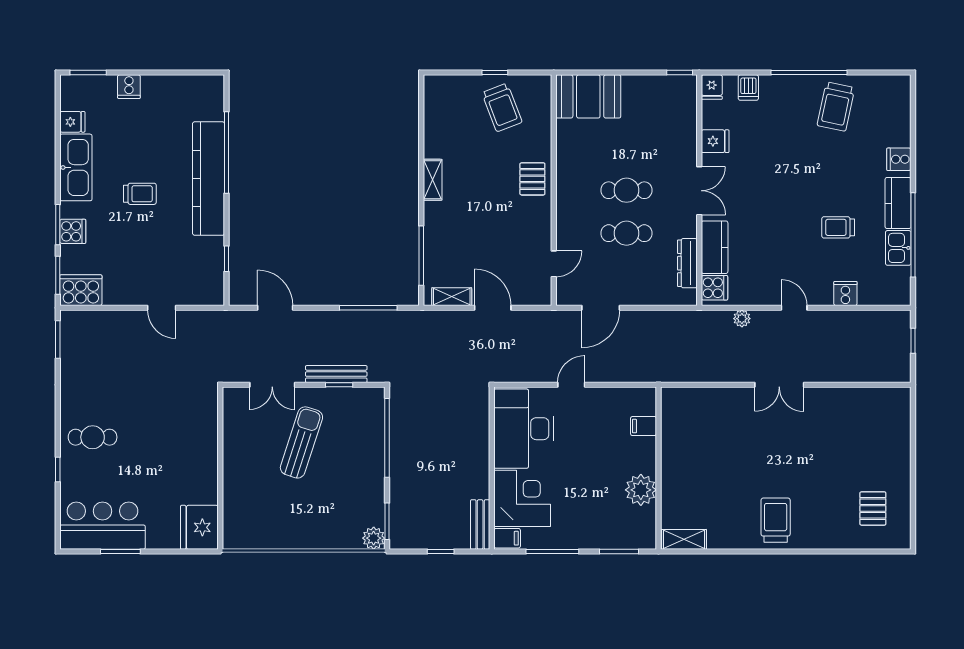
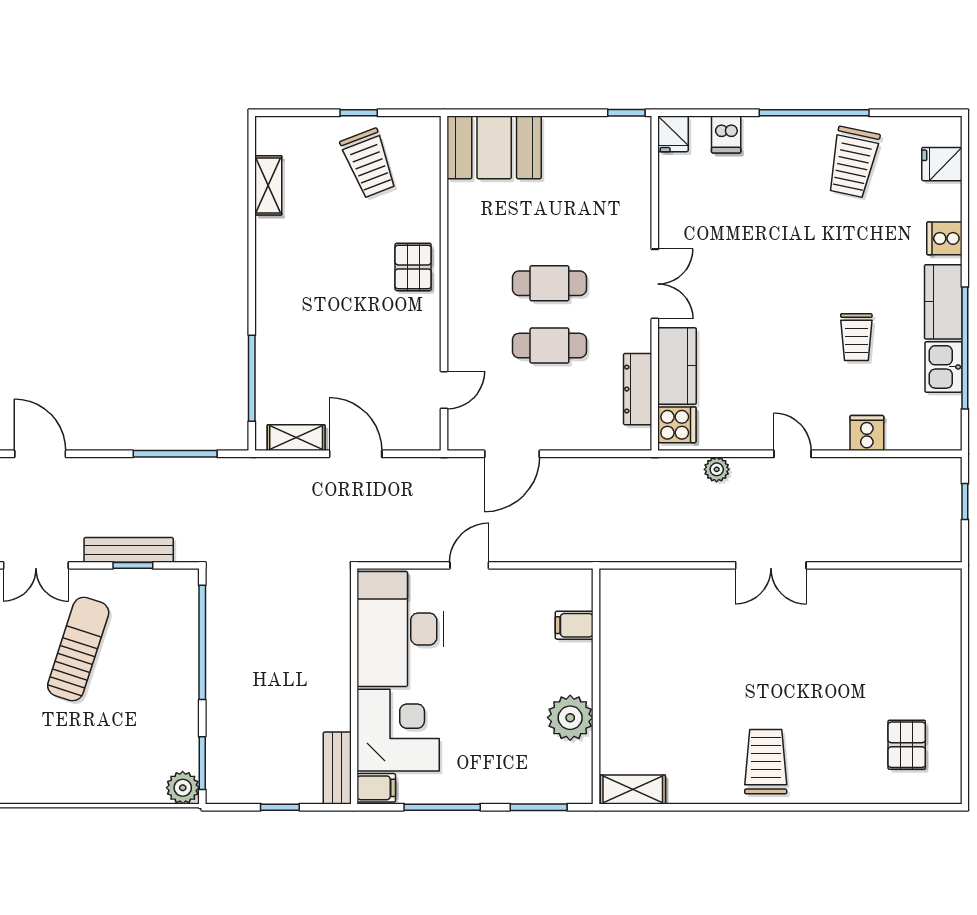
fridge: (715, 141) -> (942, 164), moved, turned 180
shelving: (433, 180) -> (268, 185), moved
trolley: (838, 227) -> (856, 337), turned -90

